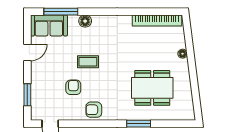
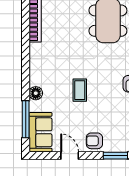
armchair: (73, 87) -> (94, 141), moved

